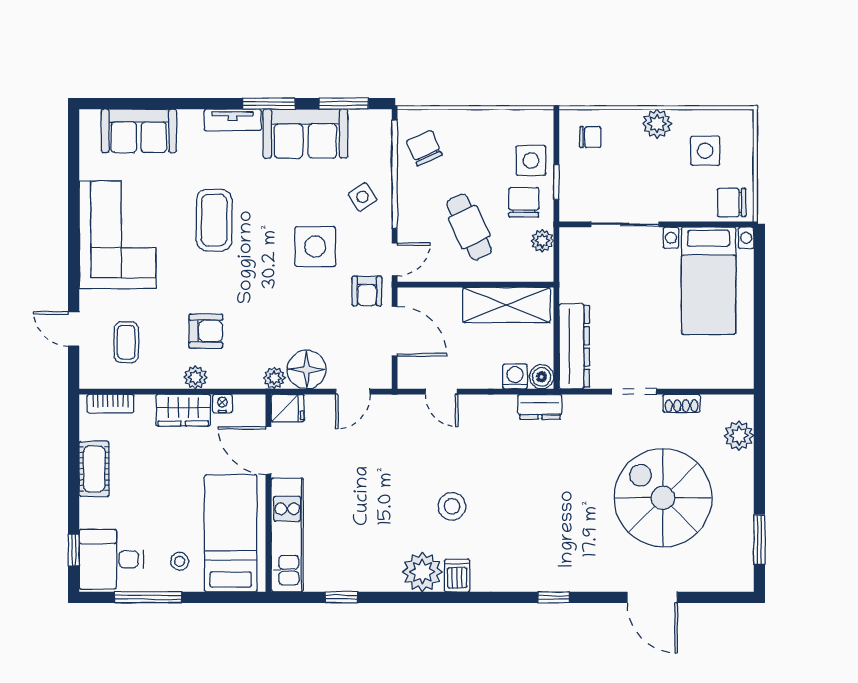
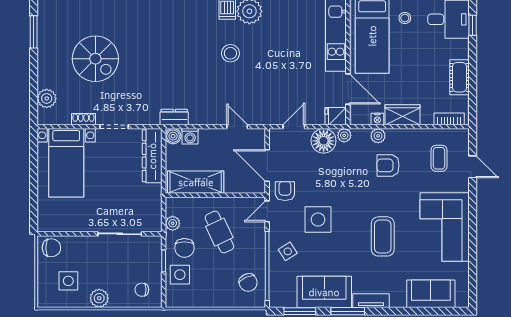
bed with nightstands: (709, 281) -> (66, 163), moved, turned 180
plant: (195, 377) -> (378, 136), moved
spiral stairs: (663, 498) -> (95, 59), width x0.73, depth x0.73

